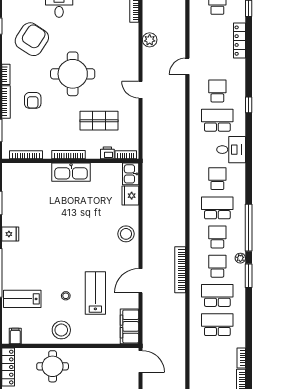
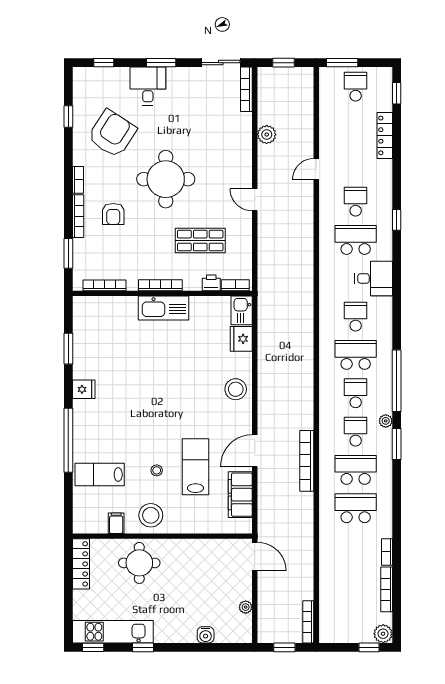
bookcase: (180, 270) -> (307, 461), moved
filing cabinet: (129, 326) -> (240, 495), moved
filing cabinet: (15, 336) -> (116, 523), moved

